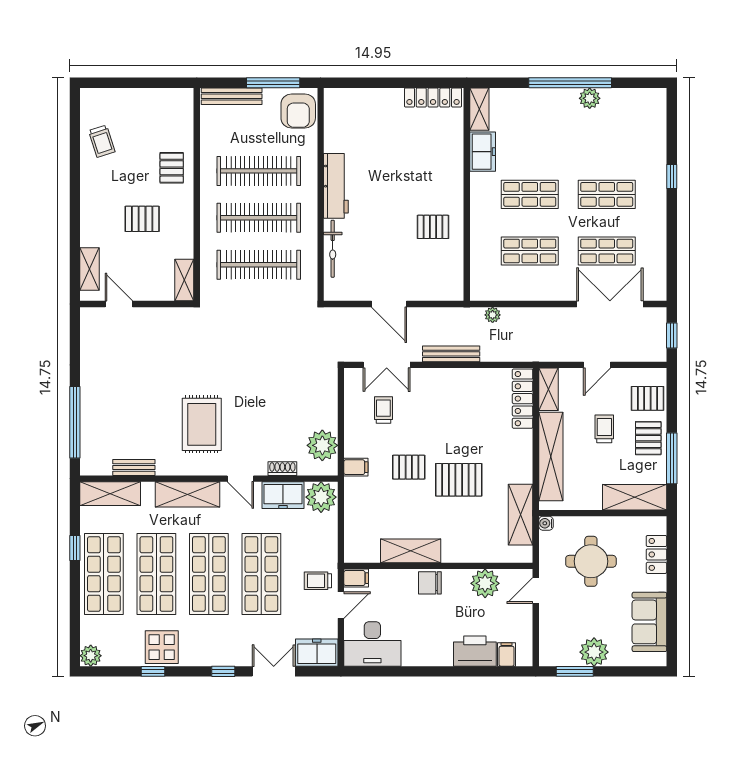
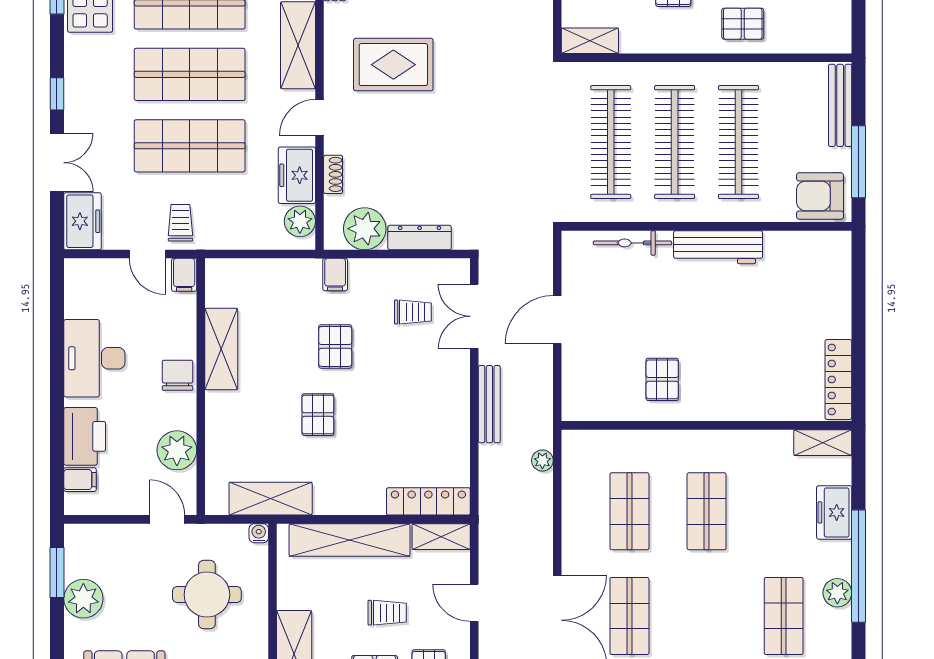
freezer: (483, 152) -> (834, 512), moved, turned 90
shop shelf: (607, 194) -> (784, 616), moved
dresser: (329, 405) -> (420, 238), added
pallet: (459, 480) -> (318, 415), width x0.67, depth x0.71
plant: (321, 497) -> (300, 221), width x0.73, depth x0.73
desk: (372, 644) -> (94, 358), moved

